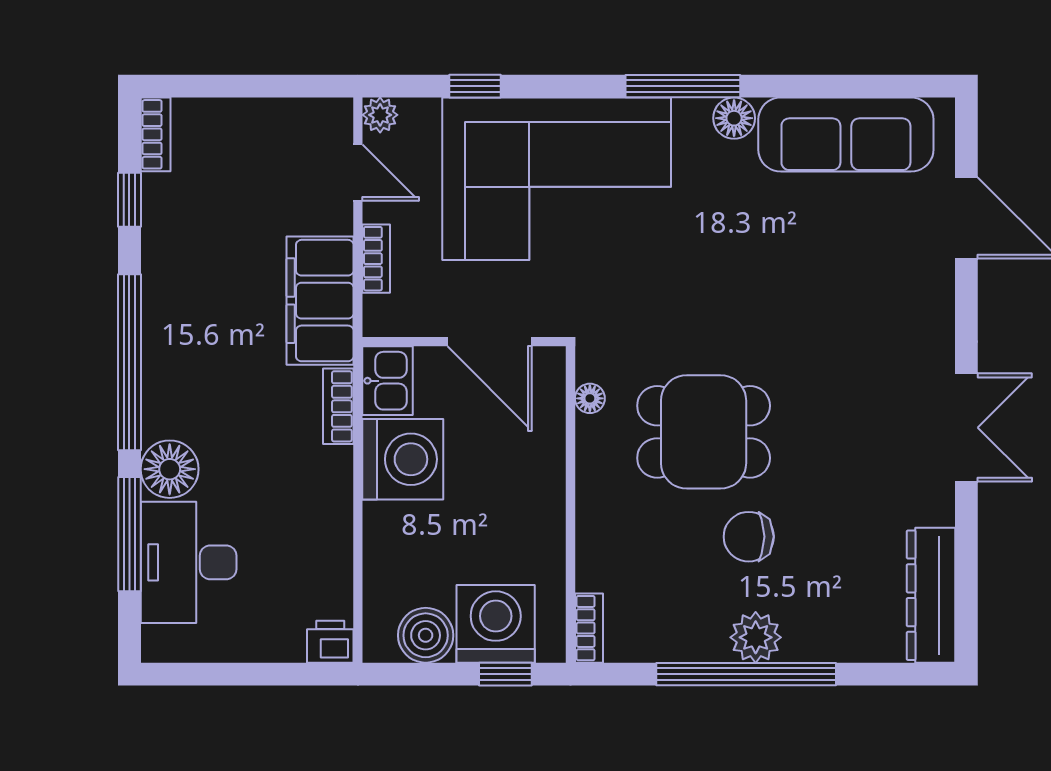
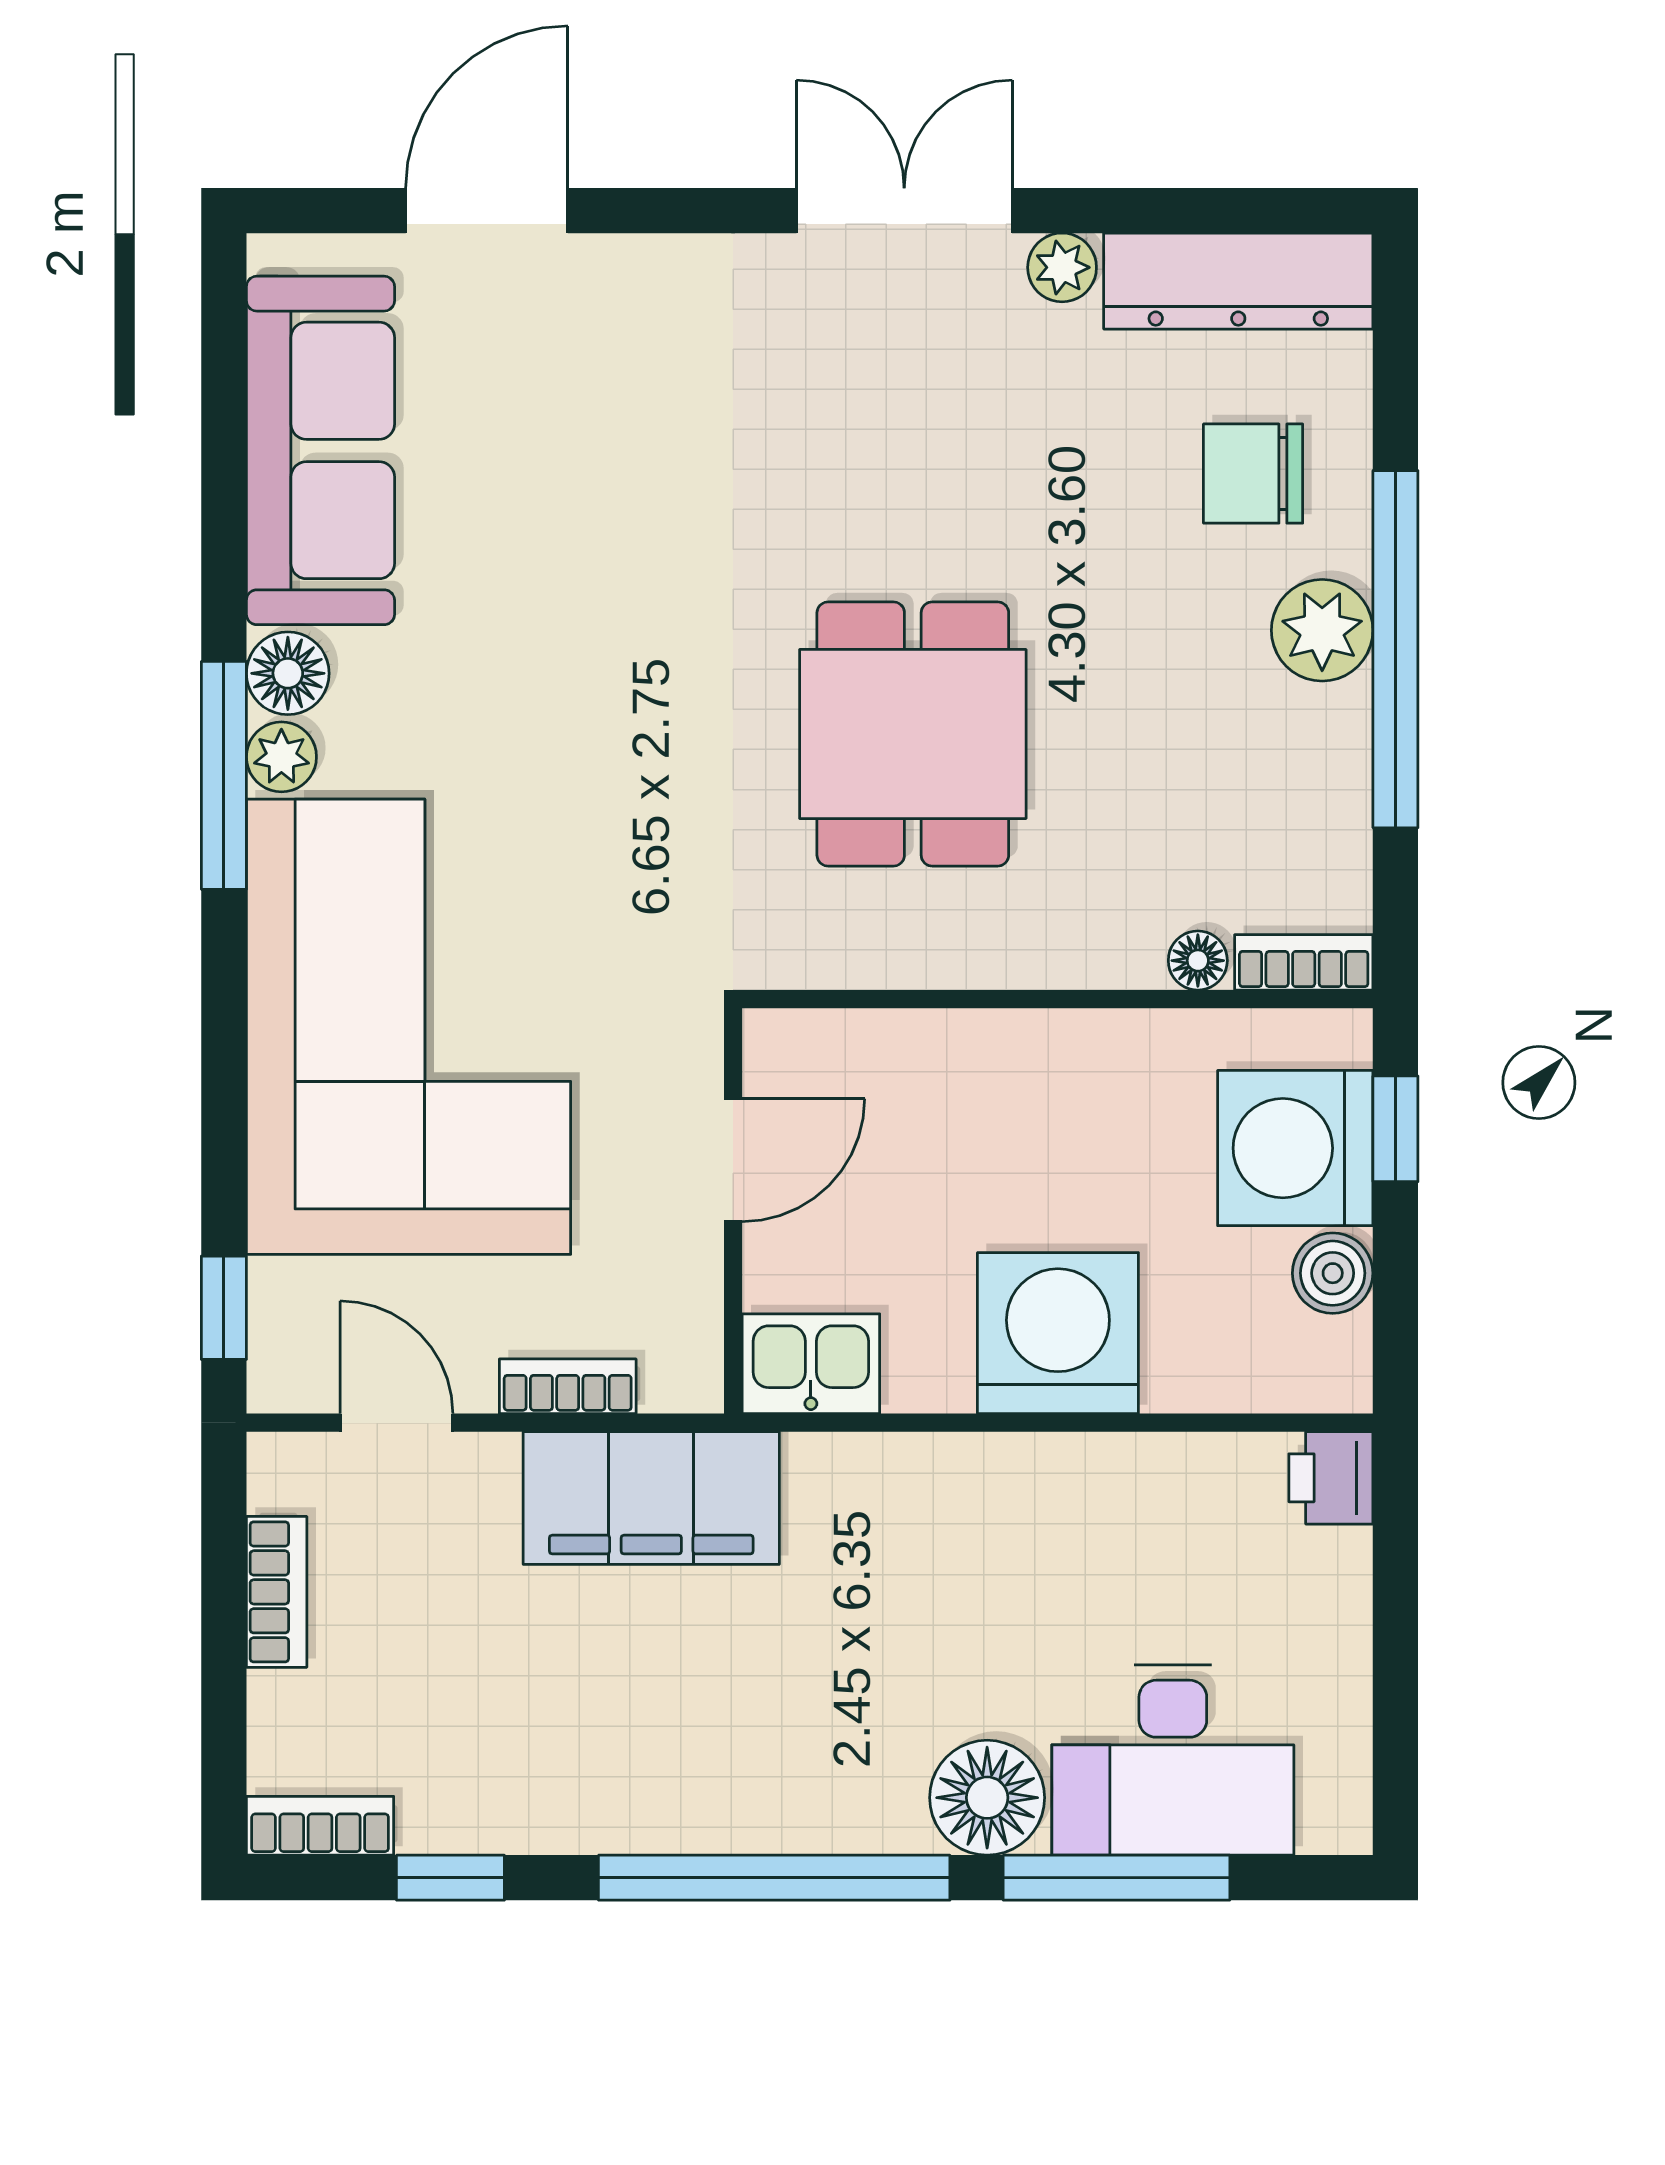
window: (475, 86) -> (224, 1308), moved
plant: (380, 115) -> (281, 757), moved
door: (358, 173) -> (396, 1423), hinge flipped
door: (490, 342) -> (733, 1160), width x0.73
floor lamp: (590, 398) -> (1198, 961), moved
bookcase: (338, 406) -> (277, 1592), moved, turned -90
washing machine: (403, 459) -> (1058, 1333), moved
plant: (938, 507) -> (1062, 267), added
chair: (749, 537) -> (1253, 474), moved, turned 90
boiler: (426, 635) -> (1333, 1273), width x0.73, depth x0.73

